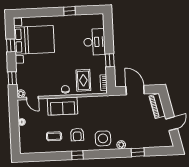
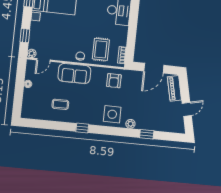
window: (110, 60) -> (132, 33), removed
door: (135, 90) -> (154, 68), swing flipped
door: (32, 98) -> (43, 60), hinge flipped
armchair: (77, 135) -> (114, 81), moved

